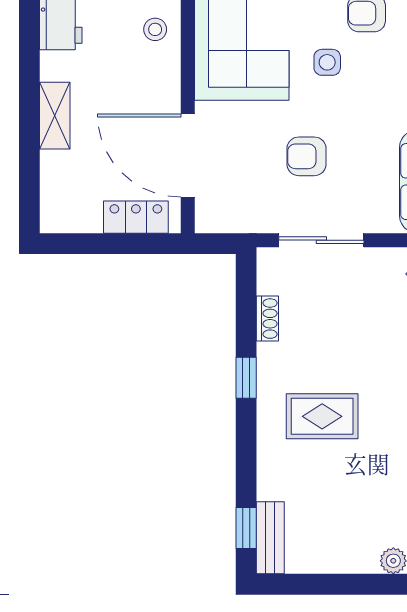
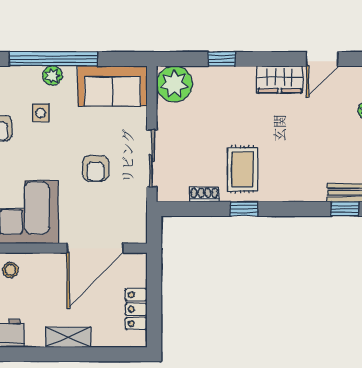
side table: (327, 62) -> (41, 113), moved
locker: (136, 217) -> (136, 309), moved
rug: (322, 416) -> (242, 169), moved

